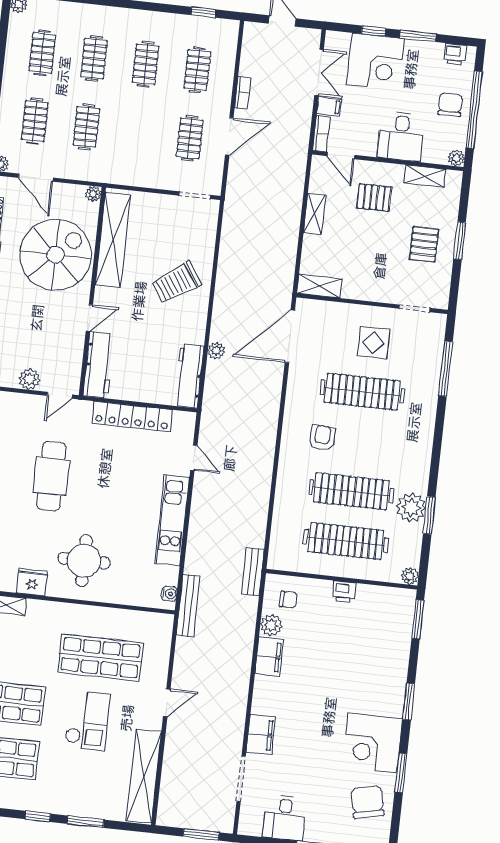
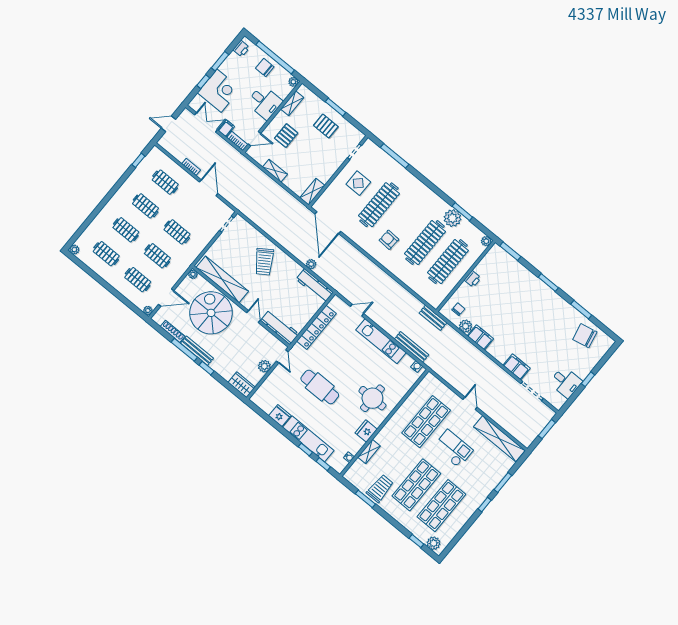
clothes rail: (190, 138) -> (177, 232), moved
bench: (188, 606) -> (412, 347), moved
corner desk: (372, 743) -> (557, 314), removed

